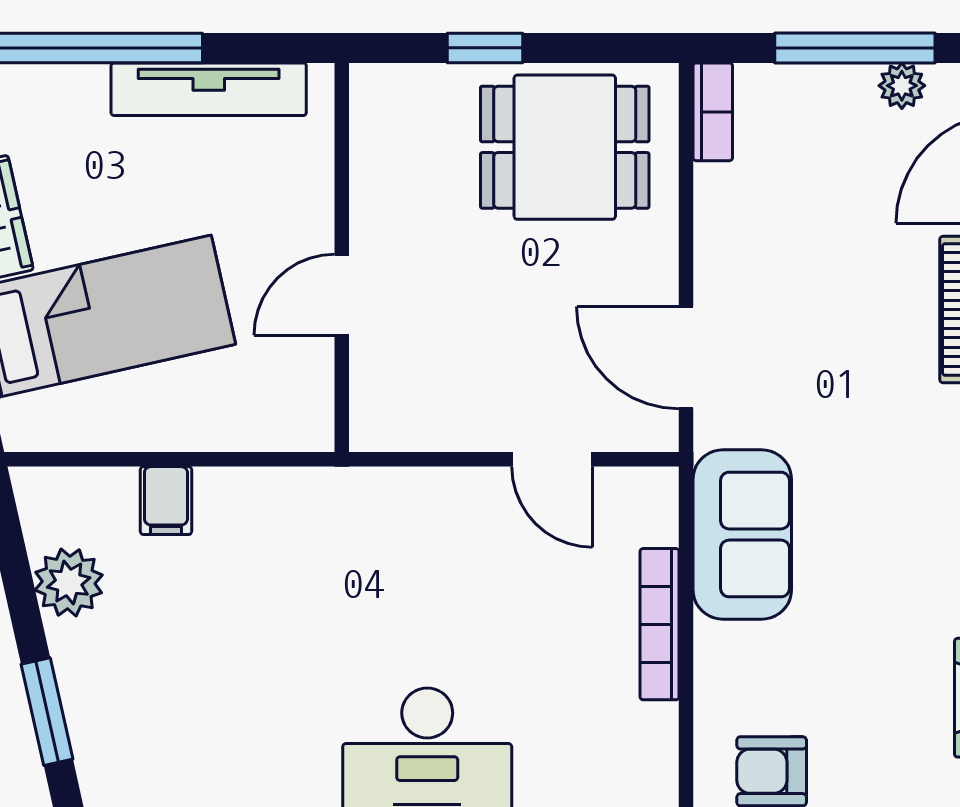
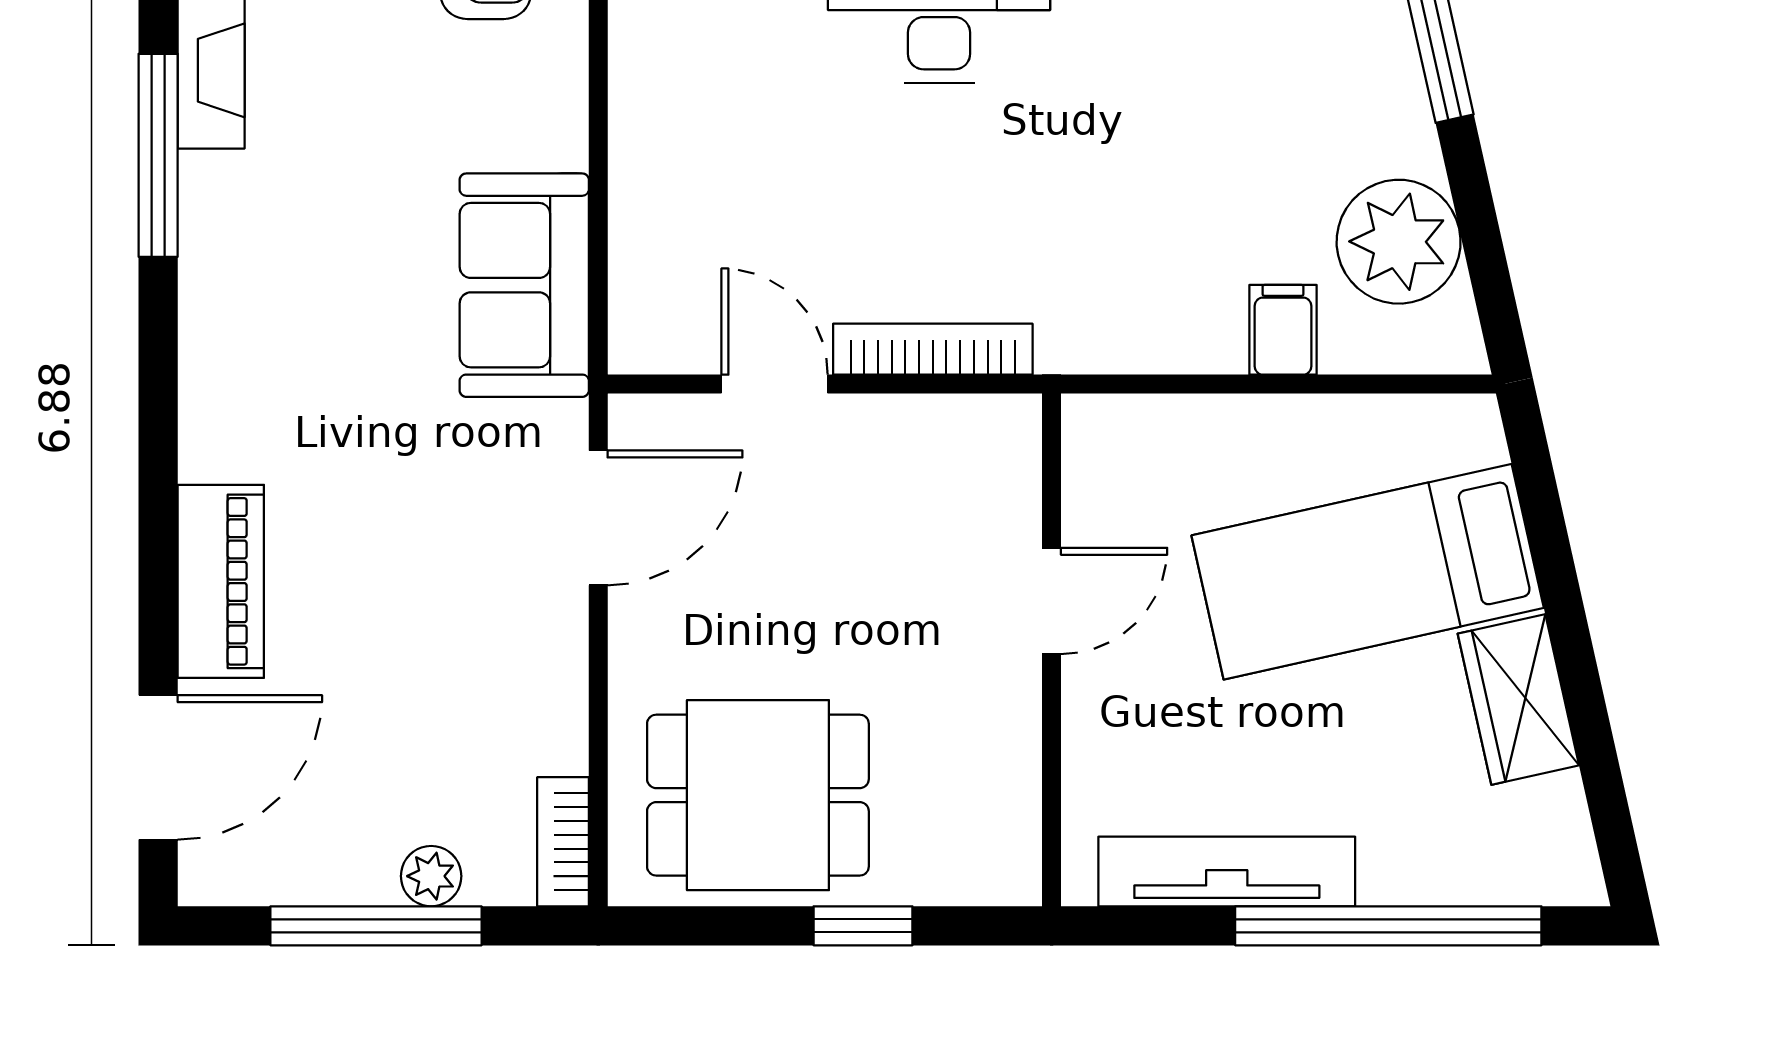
plant: (902, 86) -> (431, 876), moved
door: (686, 358) -> (598, 518), hinge flipped
plant: (69, 583) -> (1399, 242), width x1.36, depth x1.36
bookcase: (660, 624) -> (933, 349), moved, turned -90

